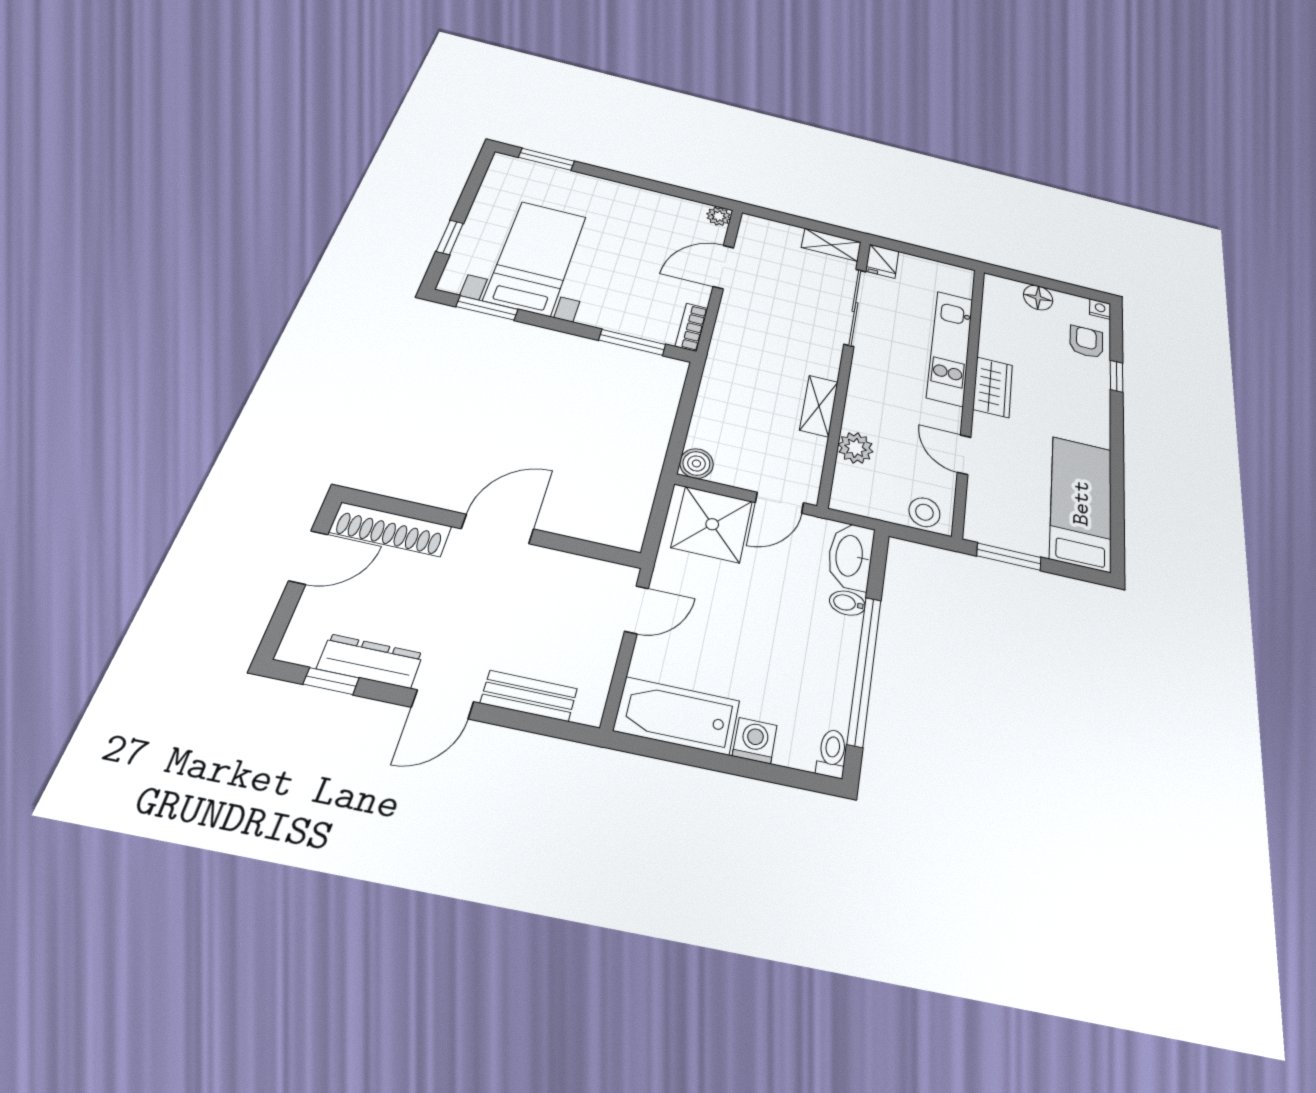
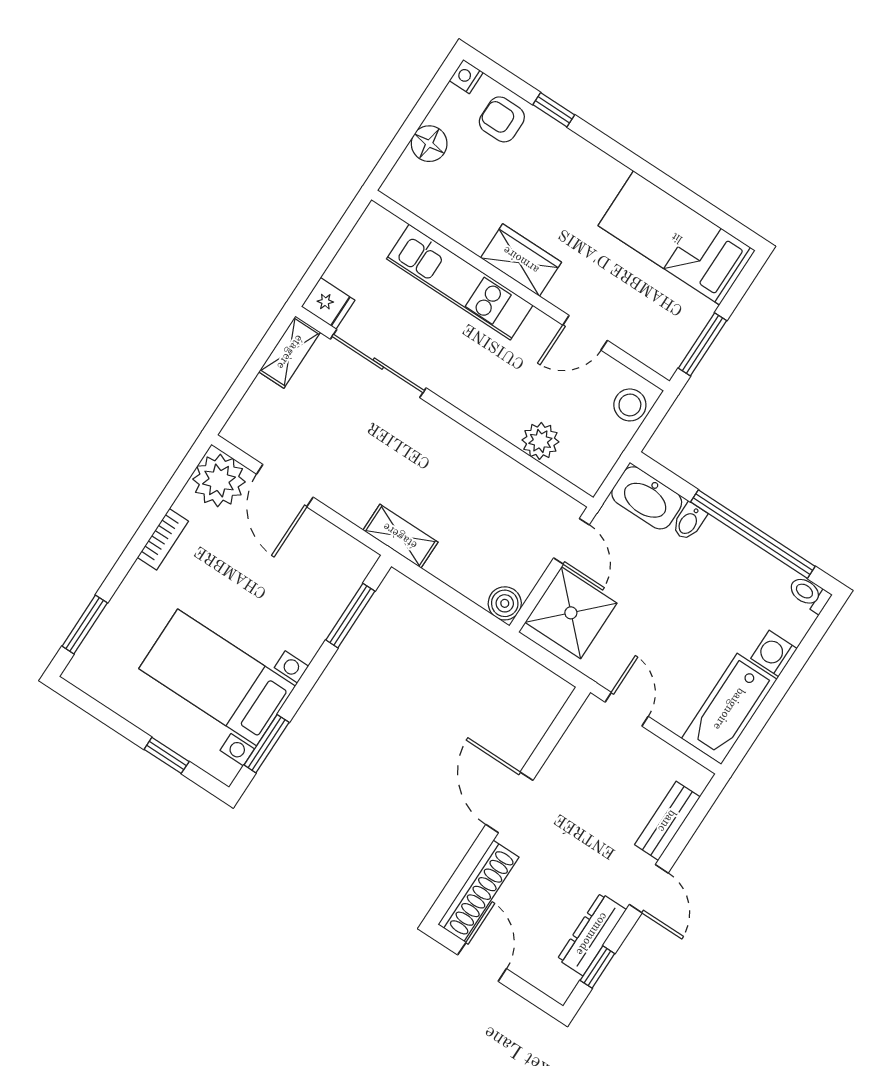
plant: (719, 216) -> (219, 480), width x1.87, depth x1.87
bookcase: (692, 327) -> (163, 539), moved, turned -90
shelving: (819, 406) -> (400, 536), moved

